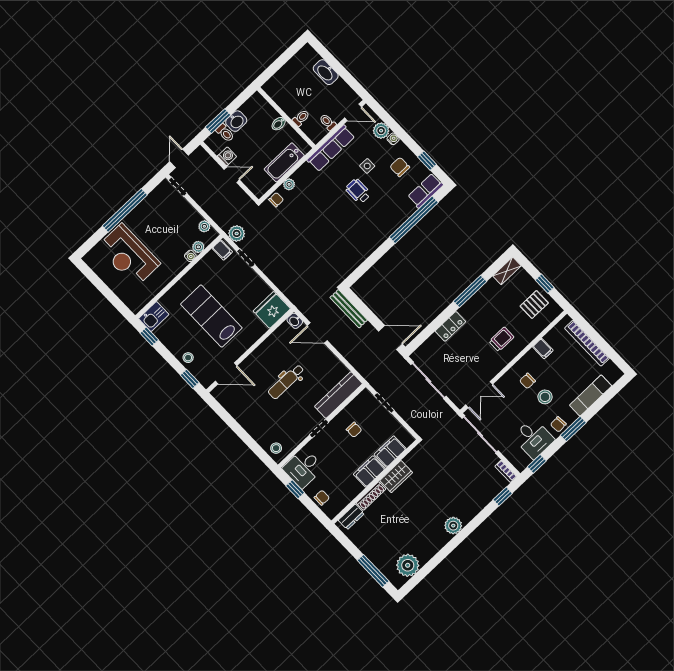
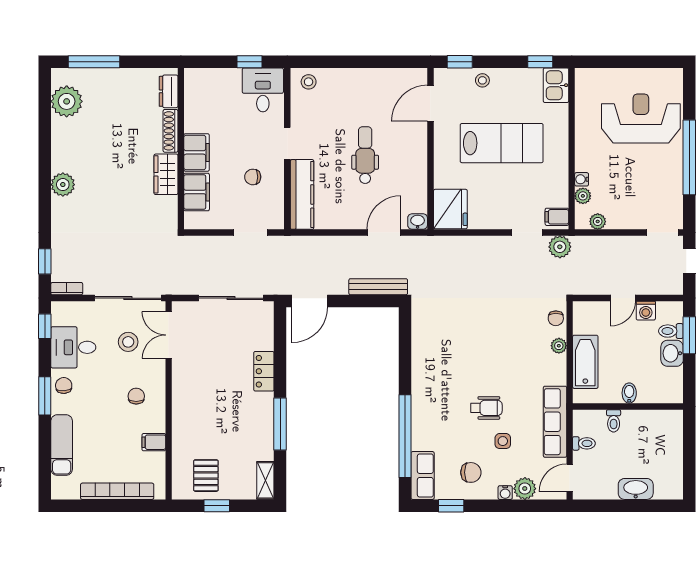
trolley: (501, 339) -> (203, 410), removed
stool: (545, 397) -> (128, 342), moved
chair: (322, 498) -> (216, 80), removed

